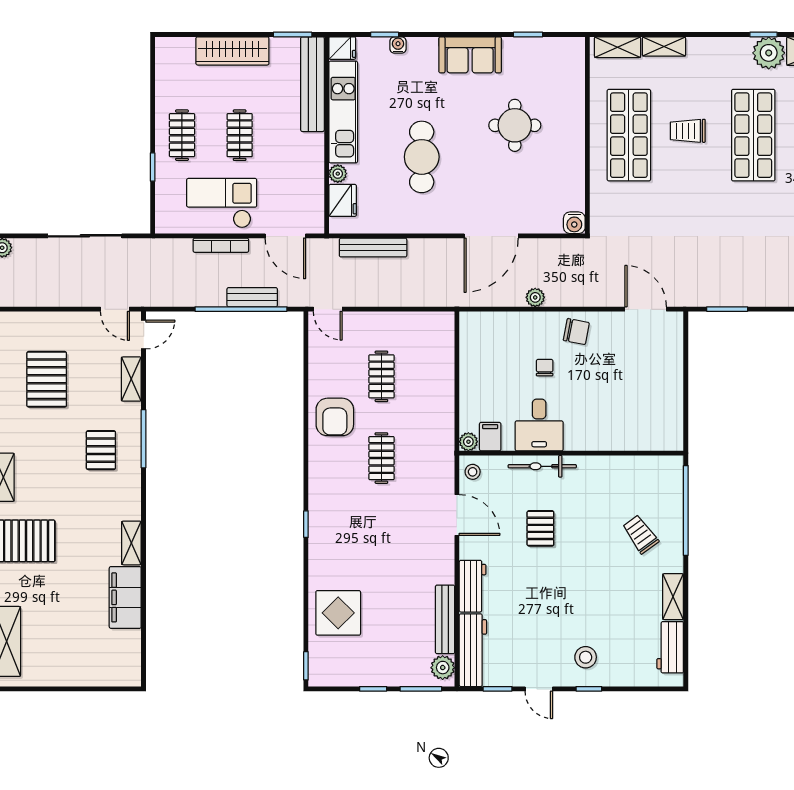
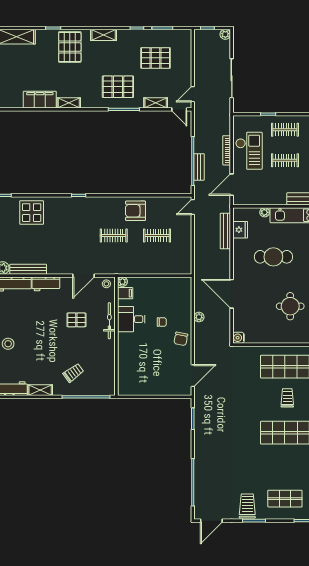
fridge: (343, 200) -> (240, 230), moved, turned -90
pallet: (101, 450) -> (118, 87), width x1.50, depth x1.42

